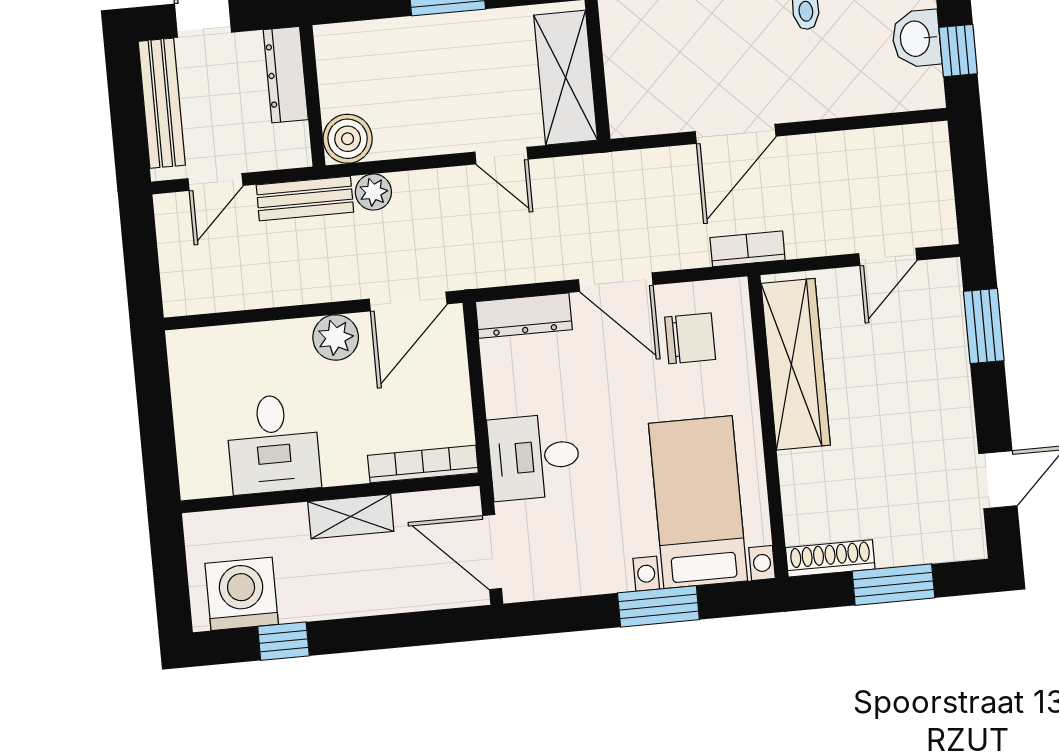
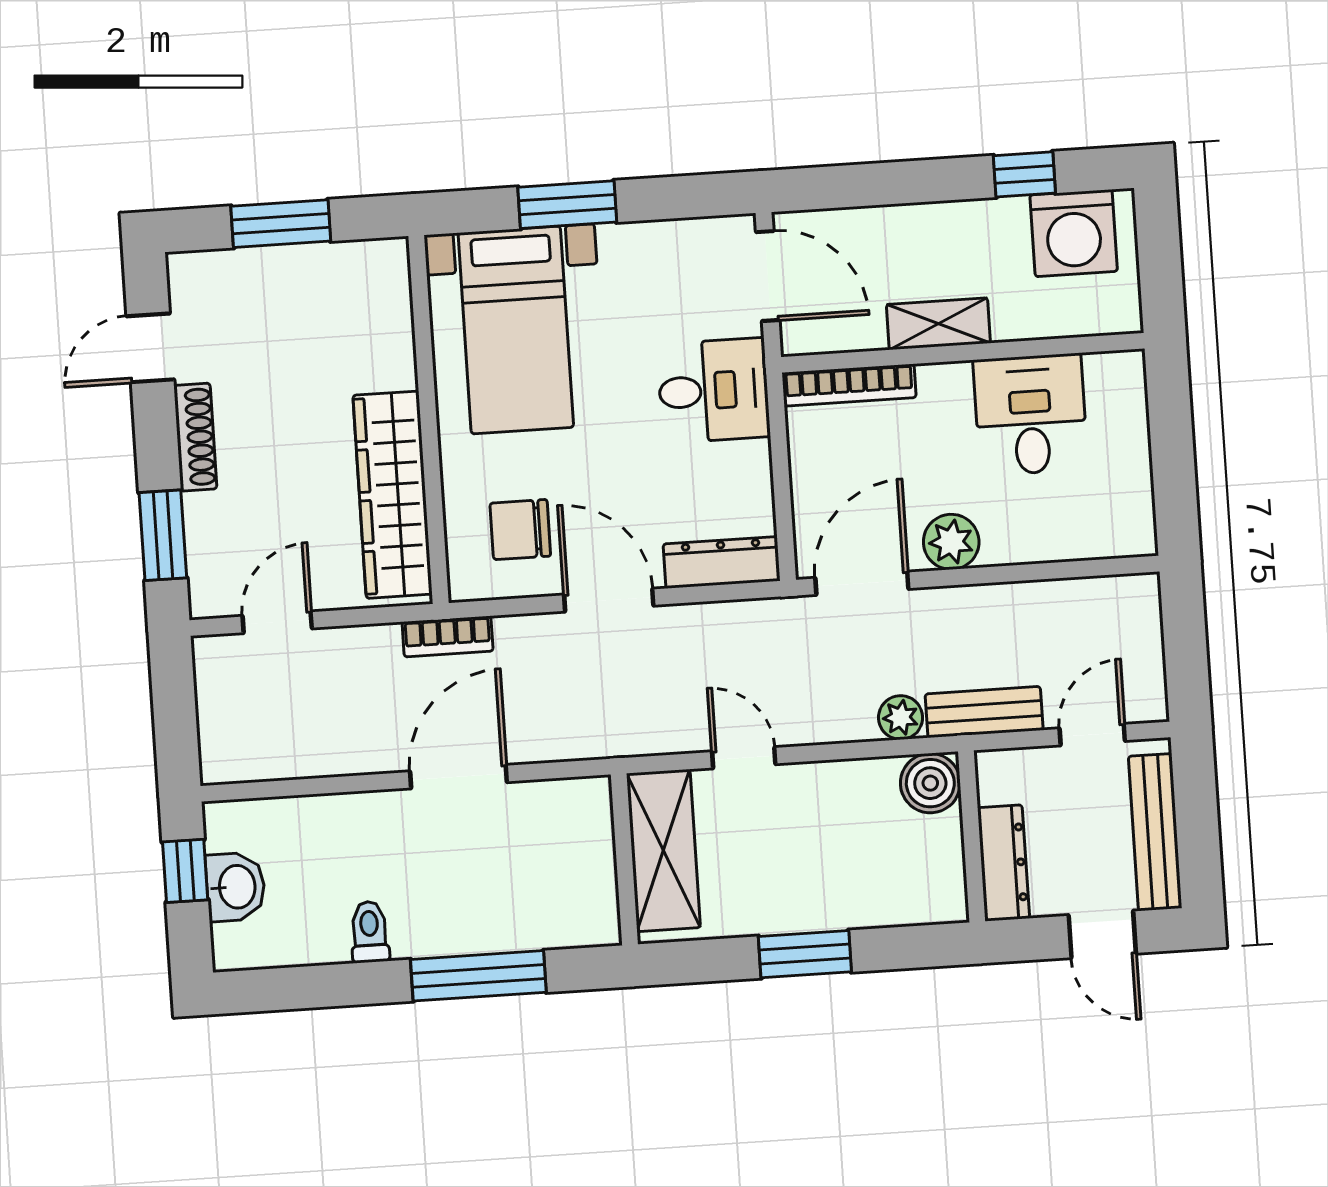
shoe rack: (830, 558) -> (195, 437), moved, turned -90

